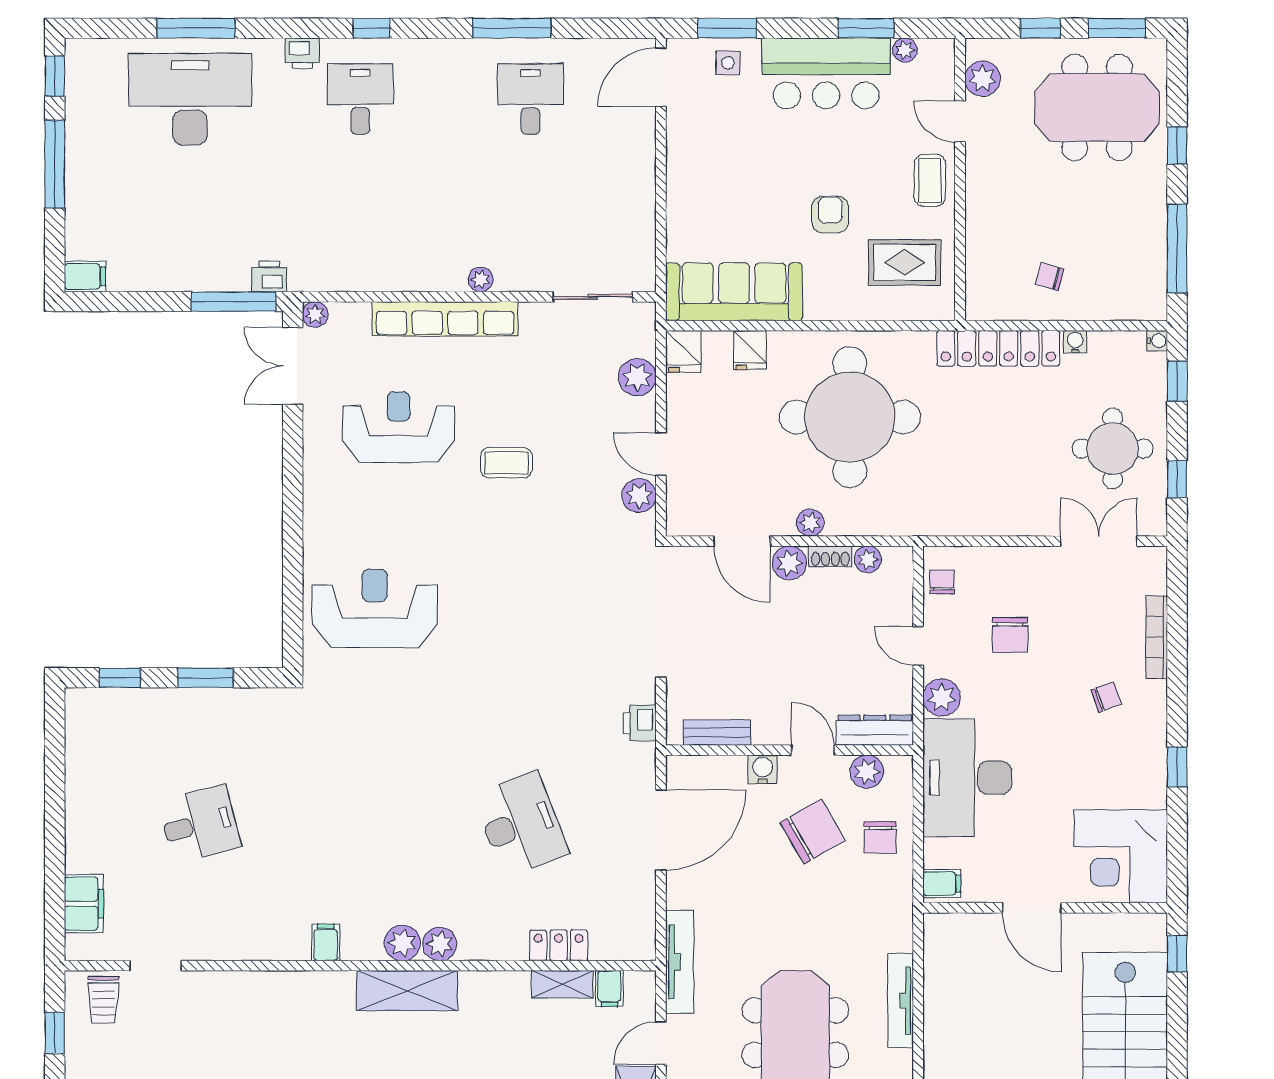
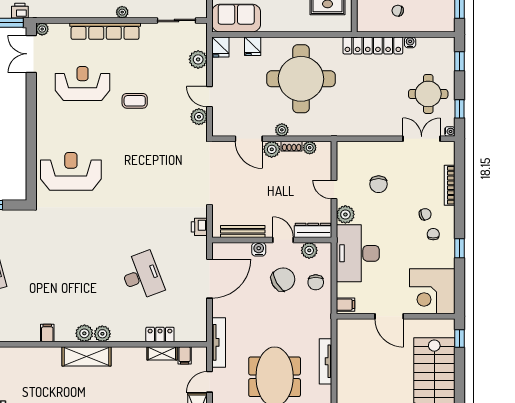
sofa: (734, 292) -> (236, 18), width x0.73
water cooler: (1157, 341) -> (450, 131), moved
chair: (942, 582) -> (433, 234), moved
bench: (717, 733) -> (243, 231), width x1.36

